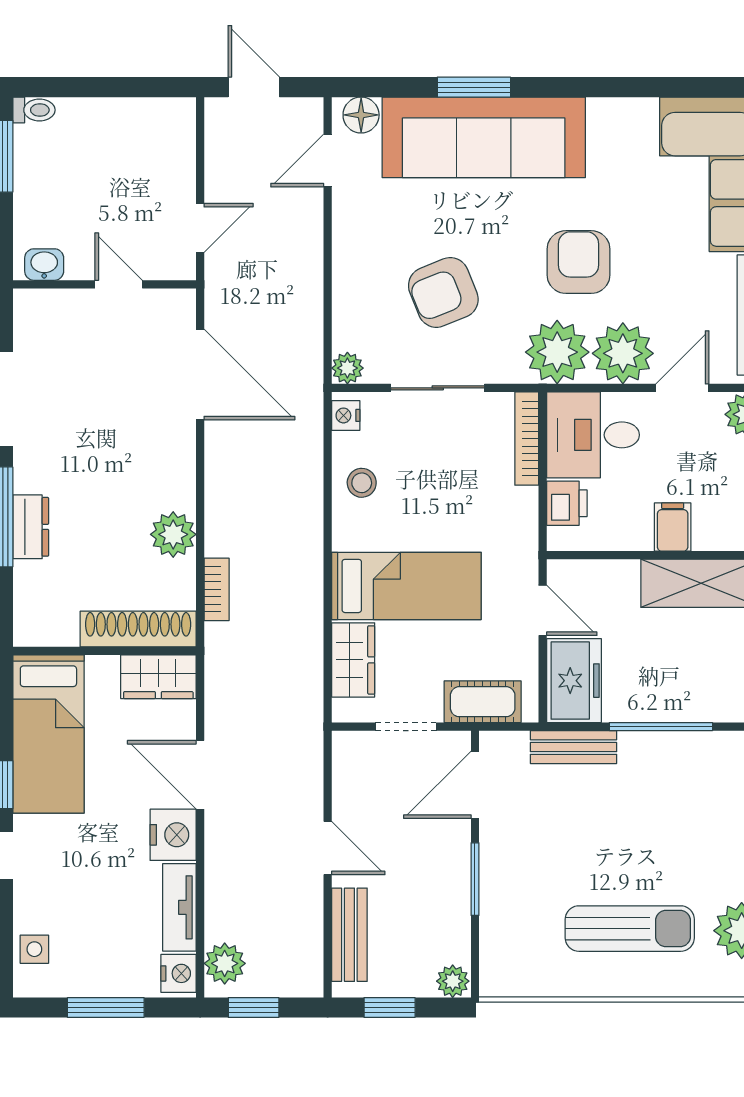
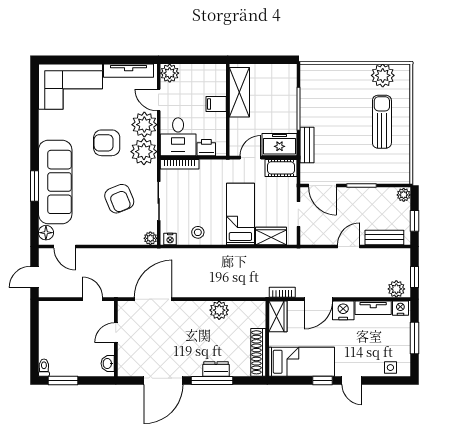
bookcase: (217, 589) -> (282, 292), moved
shoe rack: (138, 629) -> (258, 352), moved
cot: (483, 702) -> (281, 168), moved, turned 90

